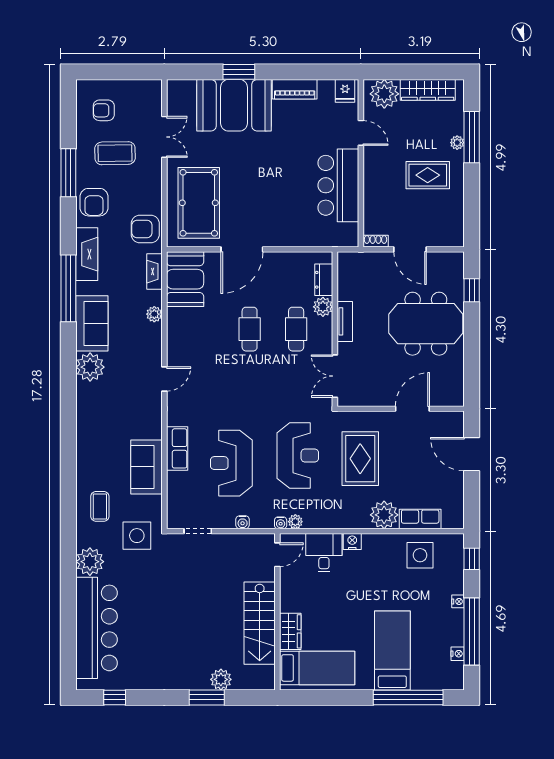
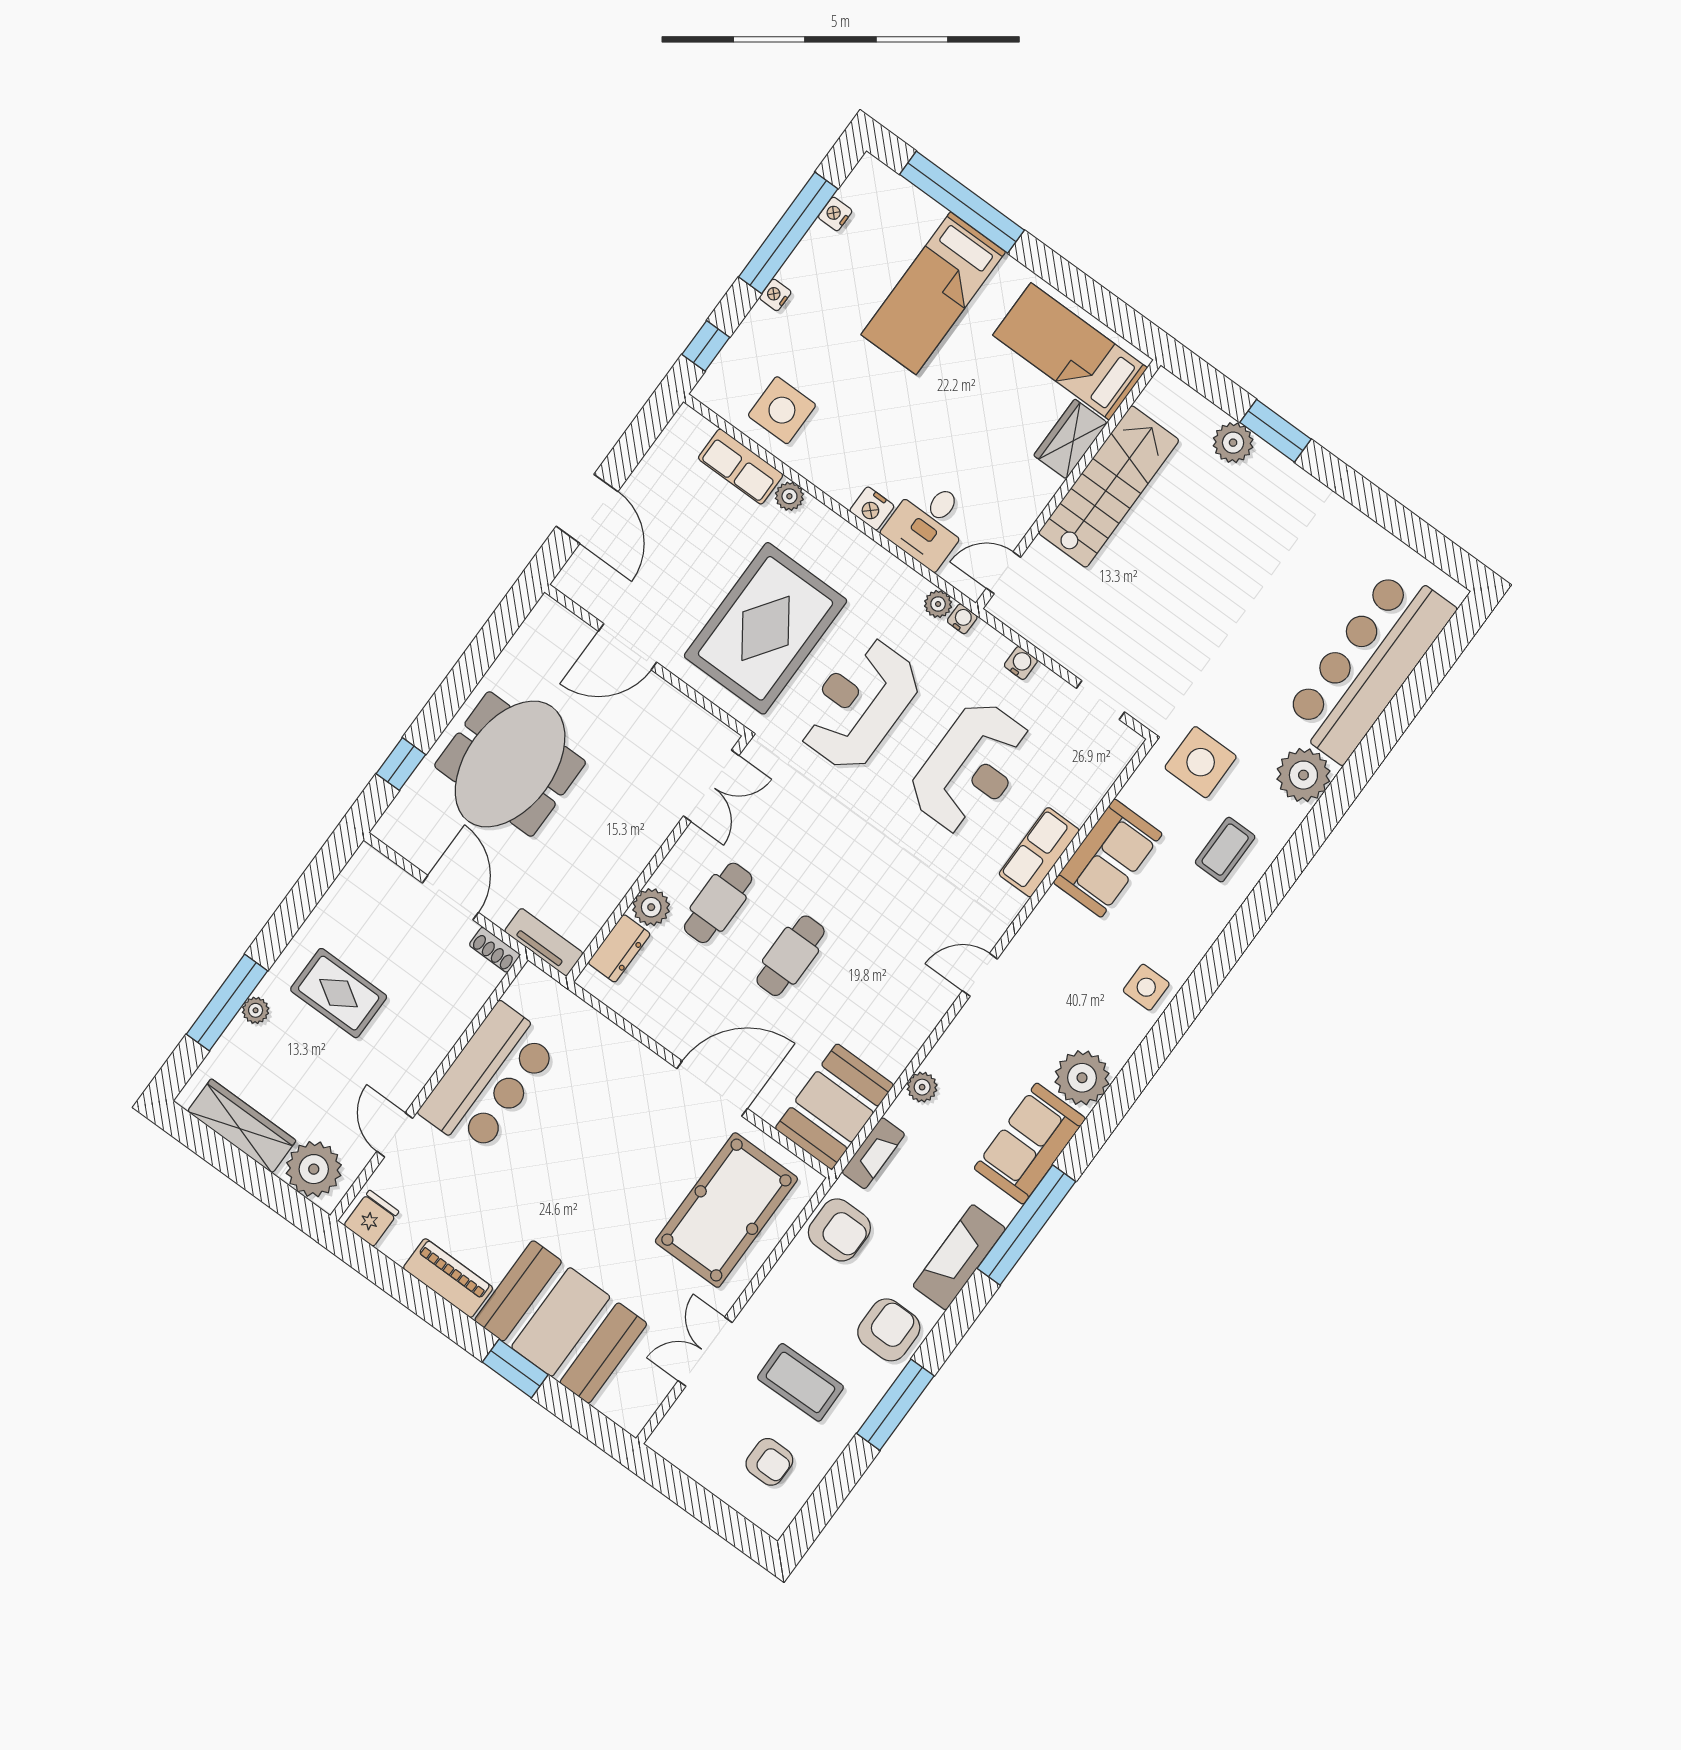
tv unit: (345, 321) -> (544, 942), moved, turned 90
meeting table: (426, 324) -> (510, 764), turned 90
side table: (91, 425) -> (1146, 987), added
rug: (360, 459) -> (765, 628), width x1.37, depth x1.44
plant: (384, 515) -> (789, 496), width x0.53, depth x0.53
window: (115, 697) -> (1419, 535), removed

